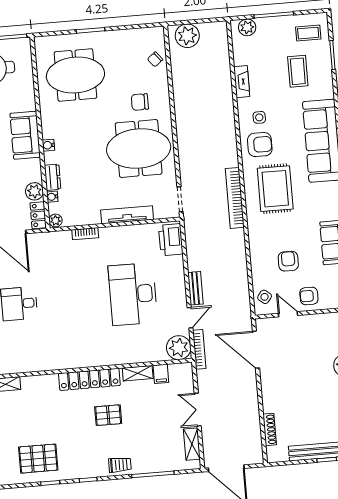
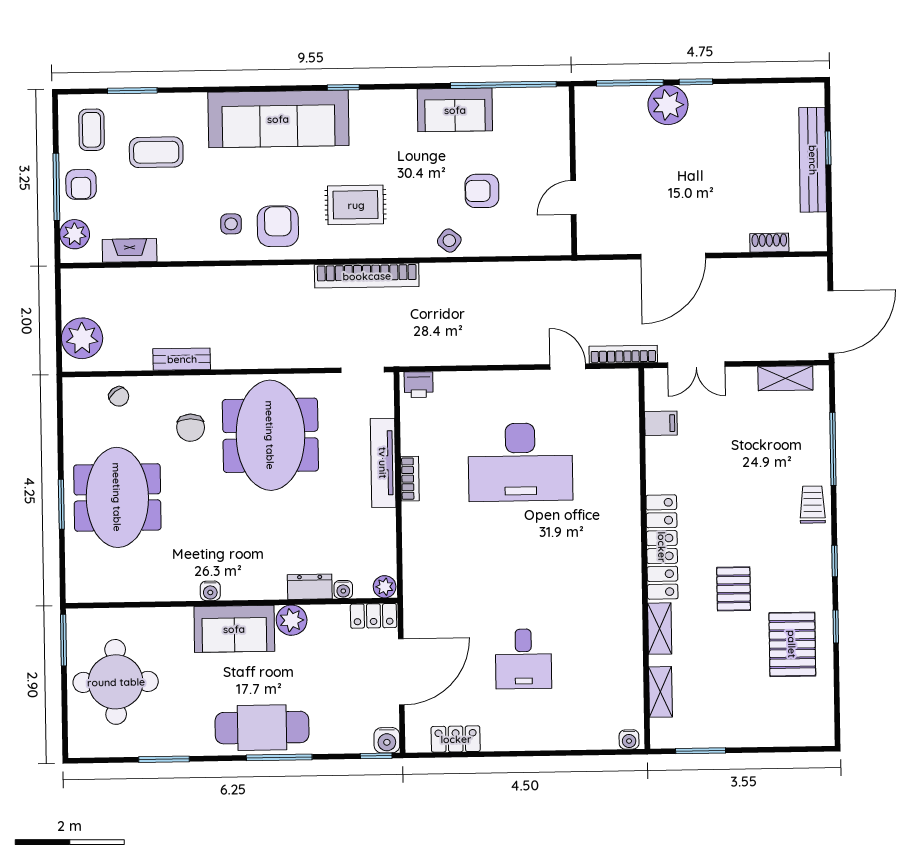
meeting table: (75, 75) -> (117, 497), moved
fireplace: (242, 82) -> (130, 250), moved
water cooler: (48, 145) -> (210, 591), moved
rug: (275, 189) -> (356, 205), width x0.73, depth x0.70
plant: (34, 191) -> (292, 620), moved
bookcase: (85, 234) -> (410, 479), moved
printer: (171, 240) -> (419, 385), width x0.53, depth x0.68
bench: (195, 288) -> (182, 359), moved
armchair: (309, 296) -> (81, 184), moved
side table: (265, 297) -> (449, 241), moved
plant: (179, 348) -> (618, 390), removed
door: (256, 350) -> (673, 256), moved
shelving: (138, 373) -> (660, 629), moved
double door: (198, 410) -> (696, 365), moved
pallet: (108, 415) -> (734, 589), moved
shoe rack: (270, 429) -> (769, 243), width x0.70

